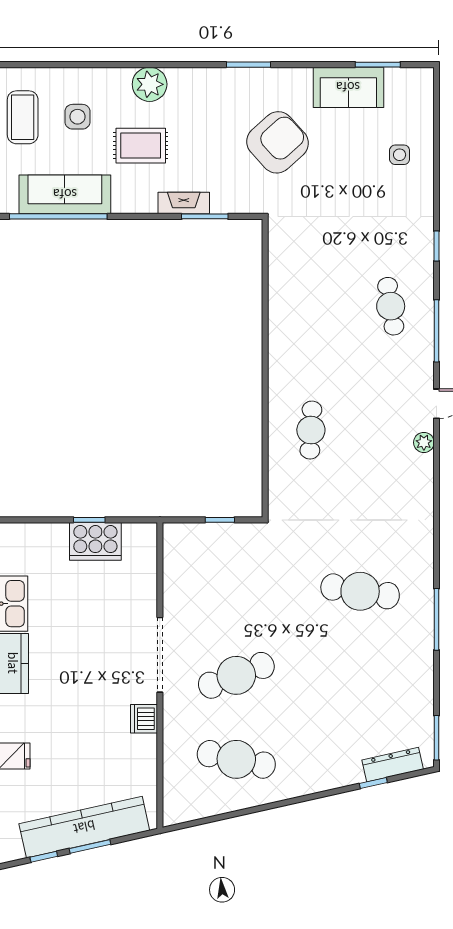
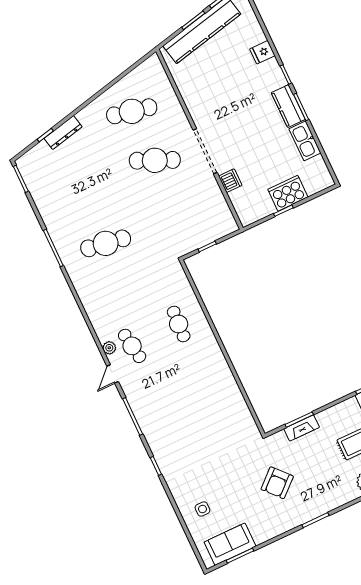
sofa: (348, 87) -> (230, 544), moved
armchair: (277, 142) -> (277, 483), width x0.73, depth x0.73
fireplace: (184, 203) -> (302, 428), moved
cafe table: (391, 306) -> (132, 346), moved
cooker: (95, 541) -> (288, 193), moved
cafe table: (236, 675) -> (155, 160), turned 45
dishwasher: (144, 719) -> (230, 181), moved
dresser: (393, 765) -> (63, 132), moved

